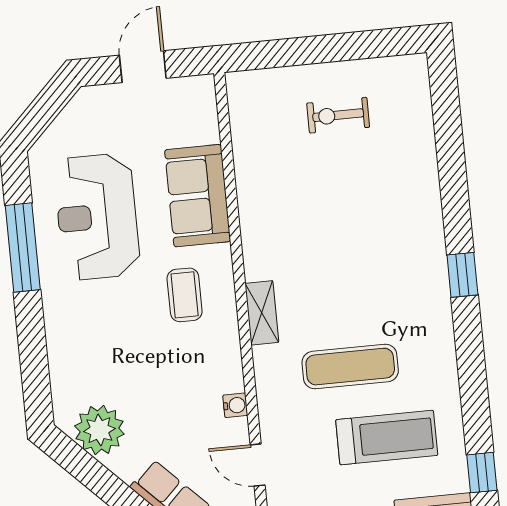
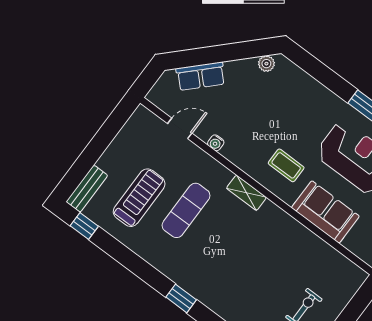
plant: (99, 430) -> (266, 64), width x0.53, depth x0.53
treadmill: (387, 438) -> (139, 198), turned 180

